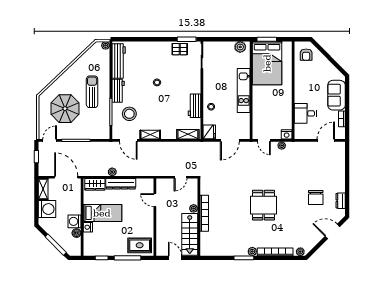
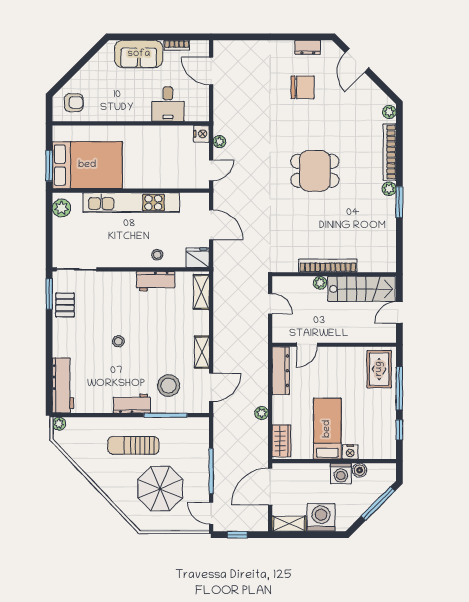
workbench: (119, 61) -> (63, 385), moved, turned 90
kitchen unit: (244, 90) -> (131, 203), width x1.36
dresser: (121, 184) -> (281, 371), moved

